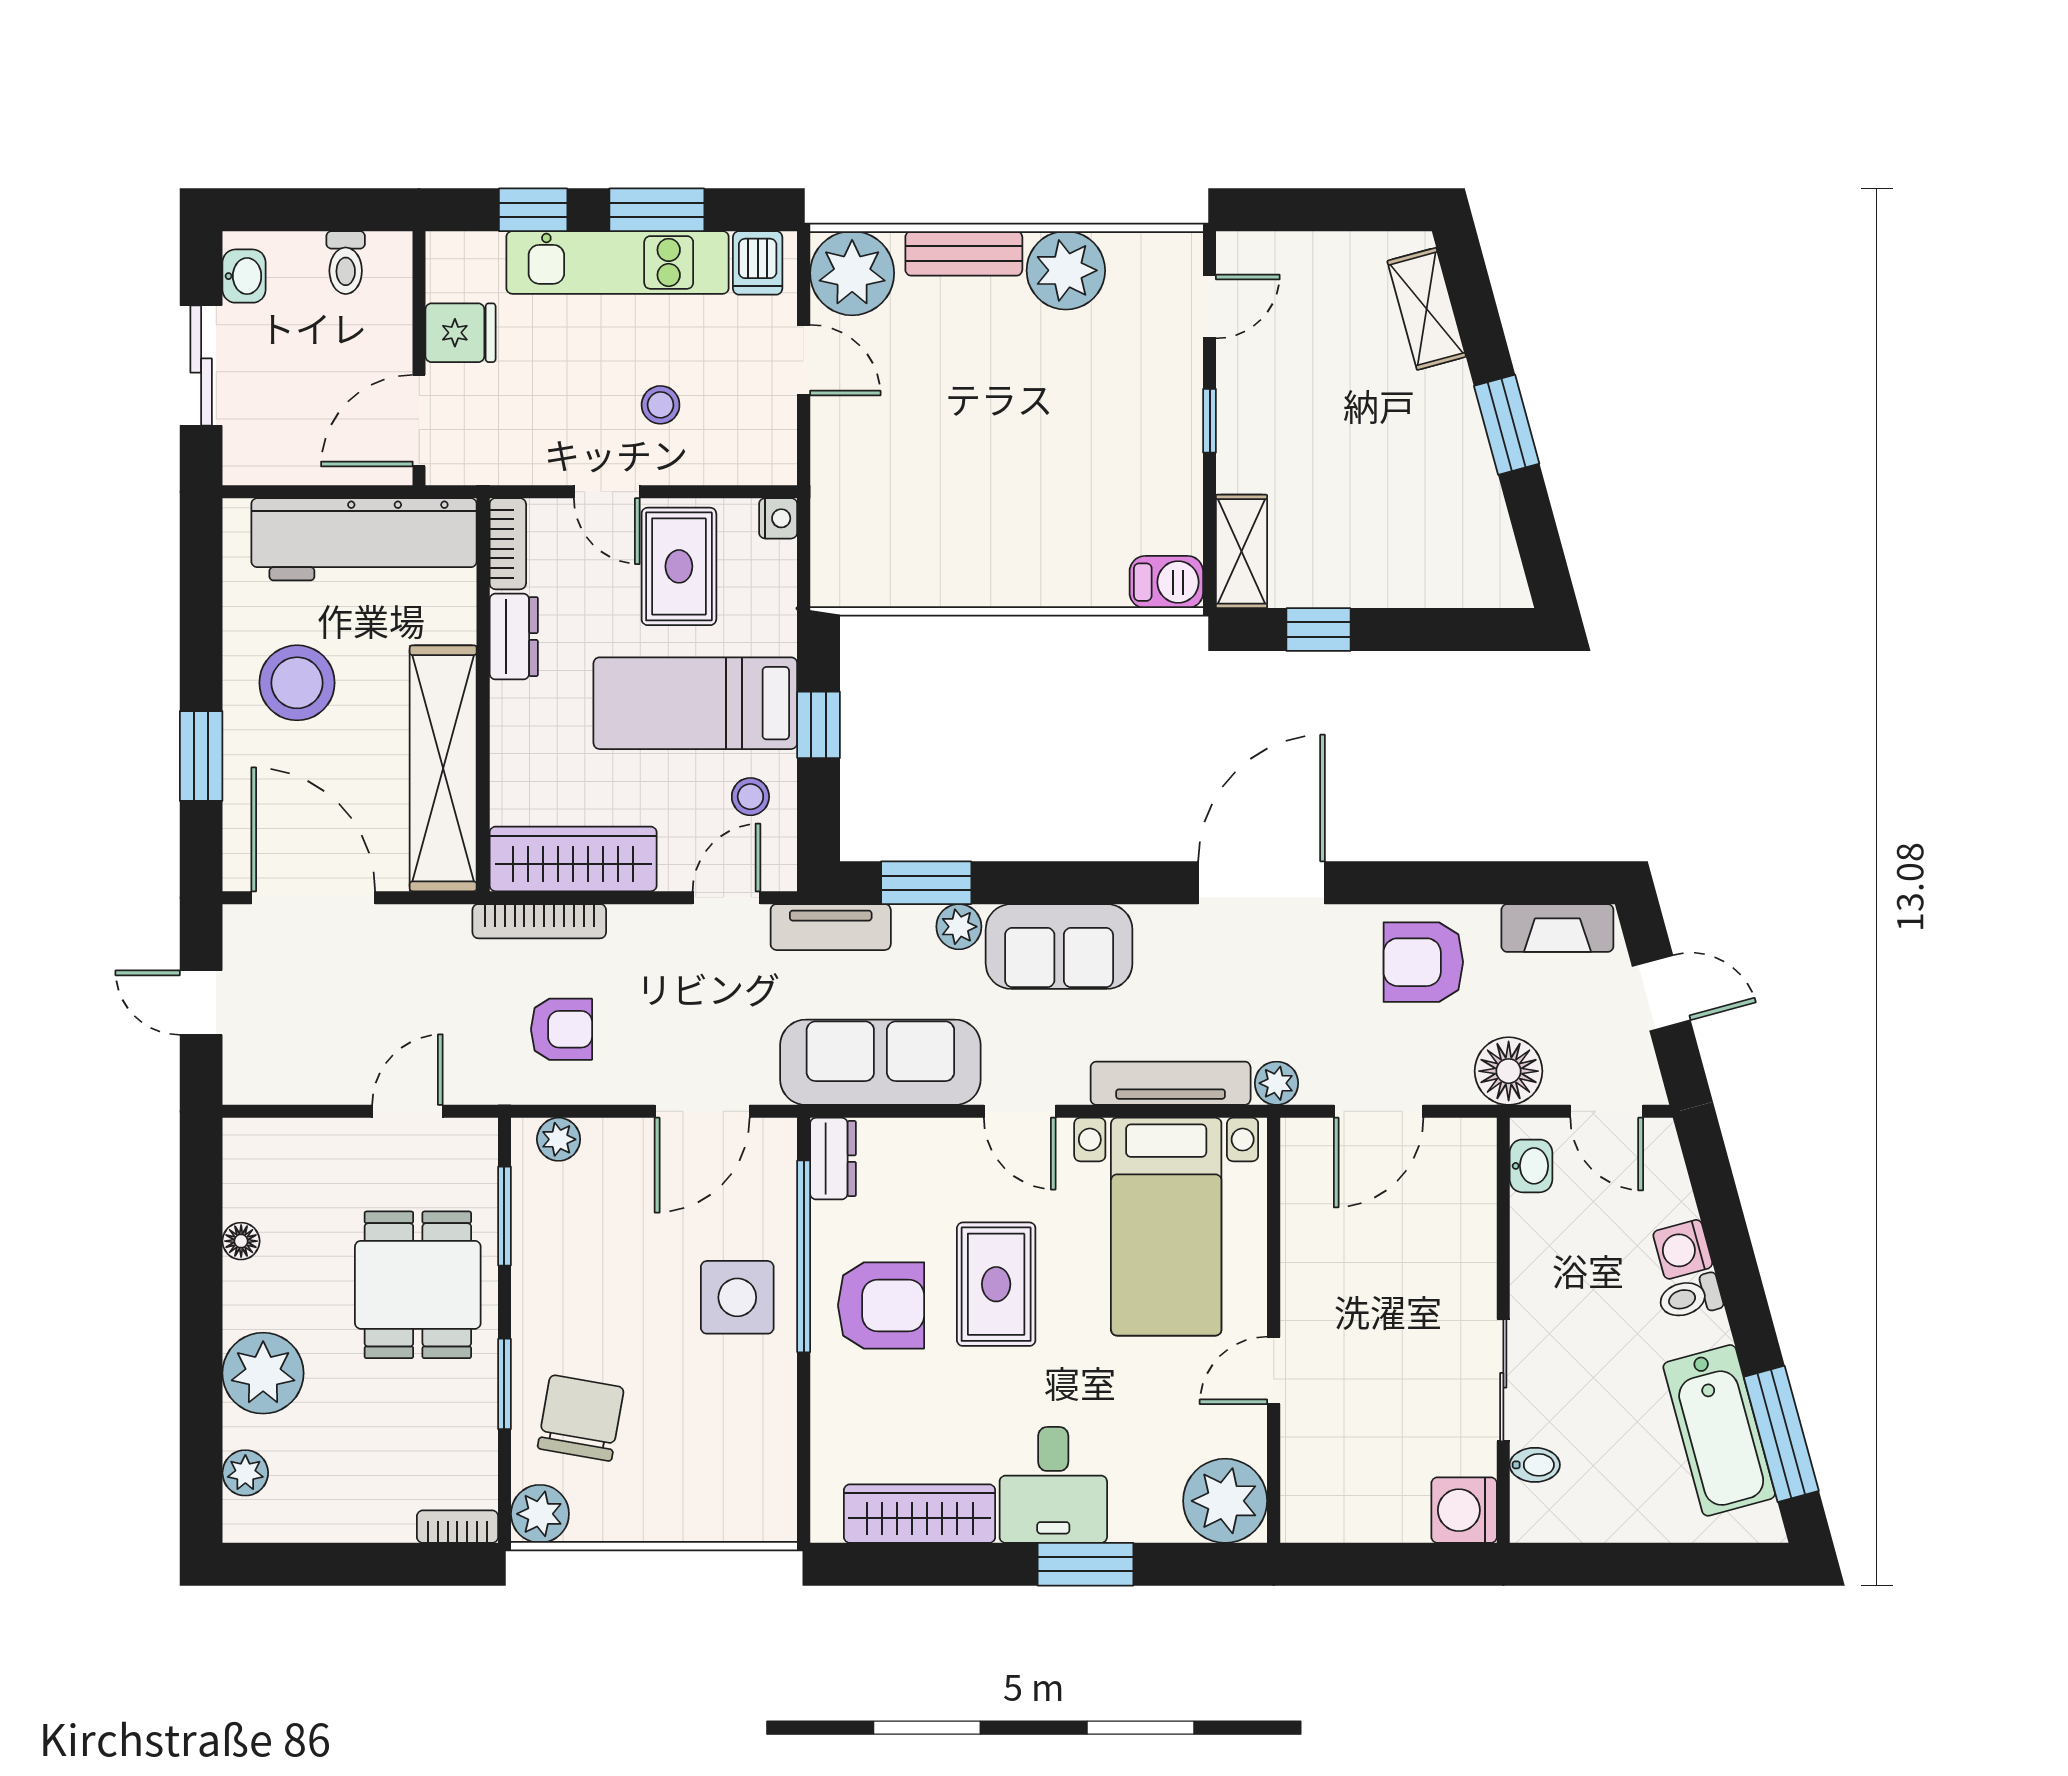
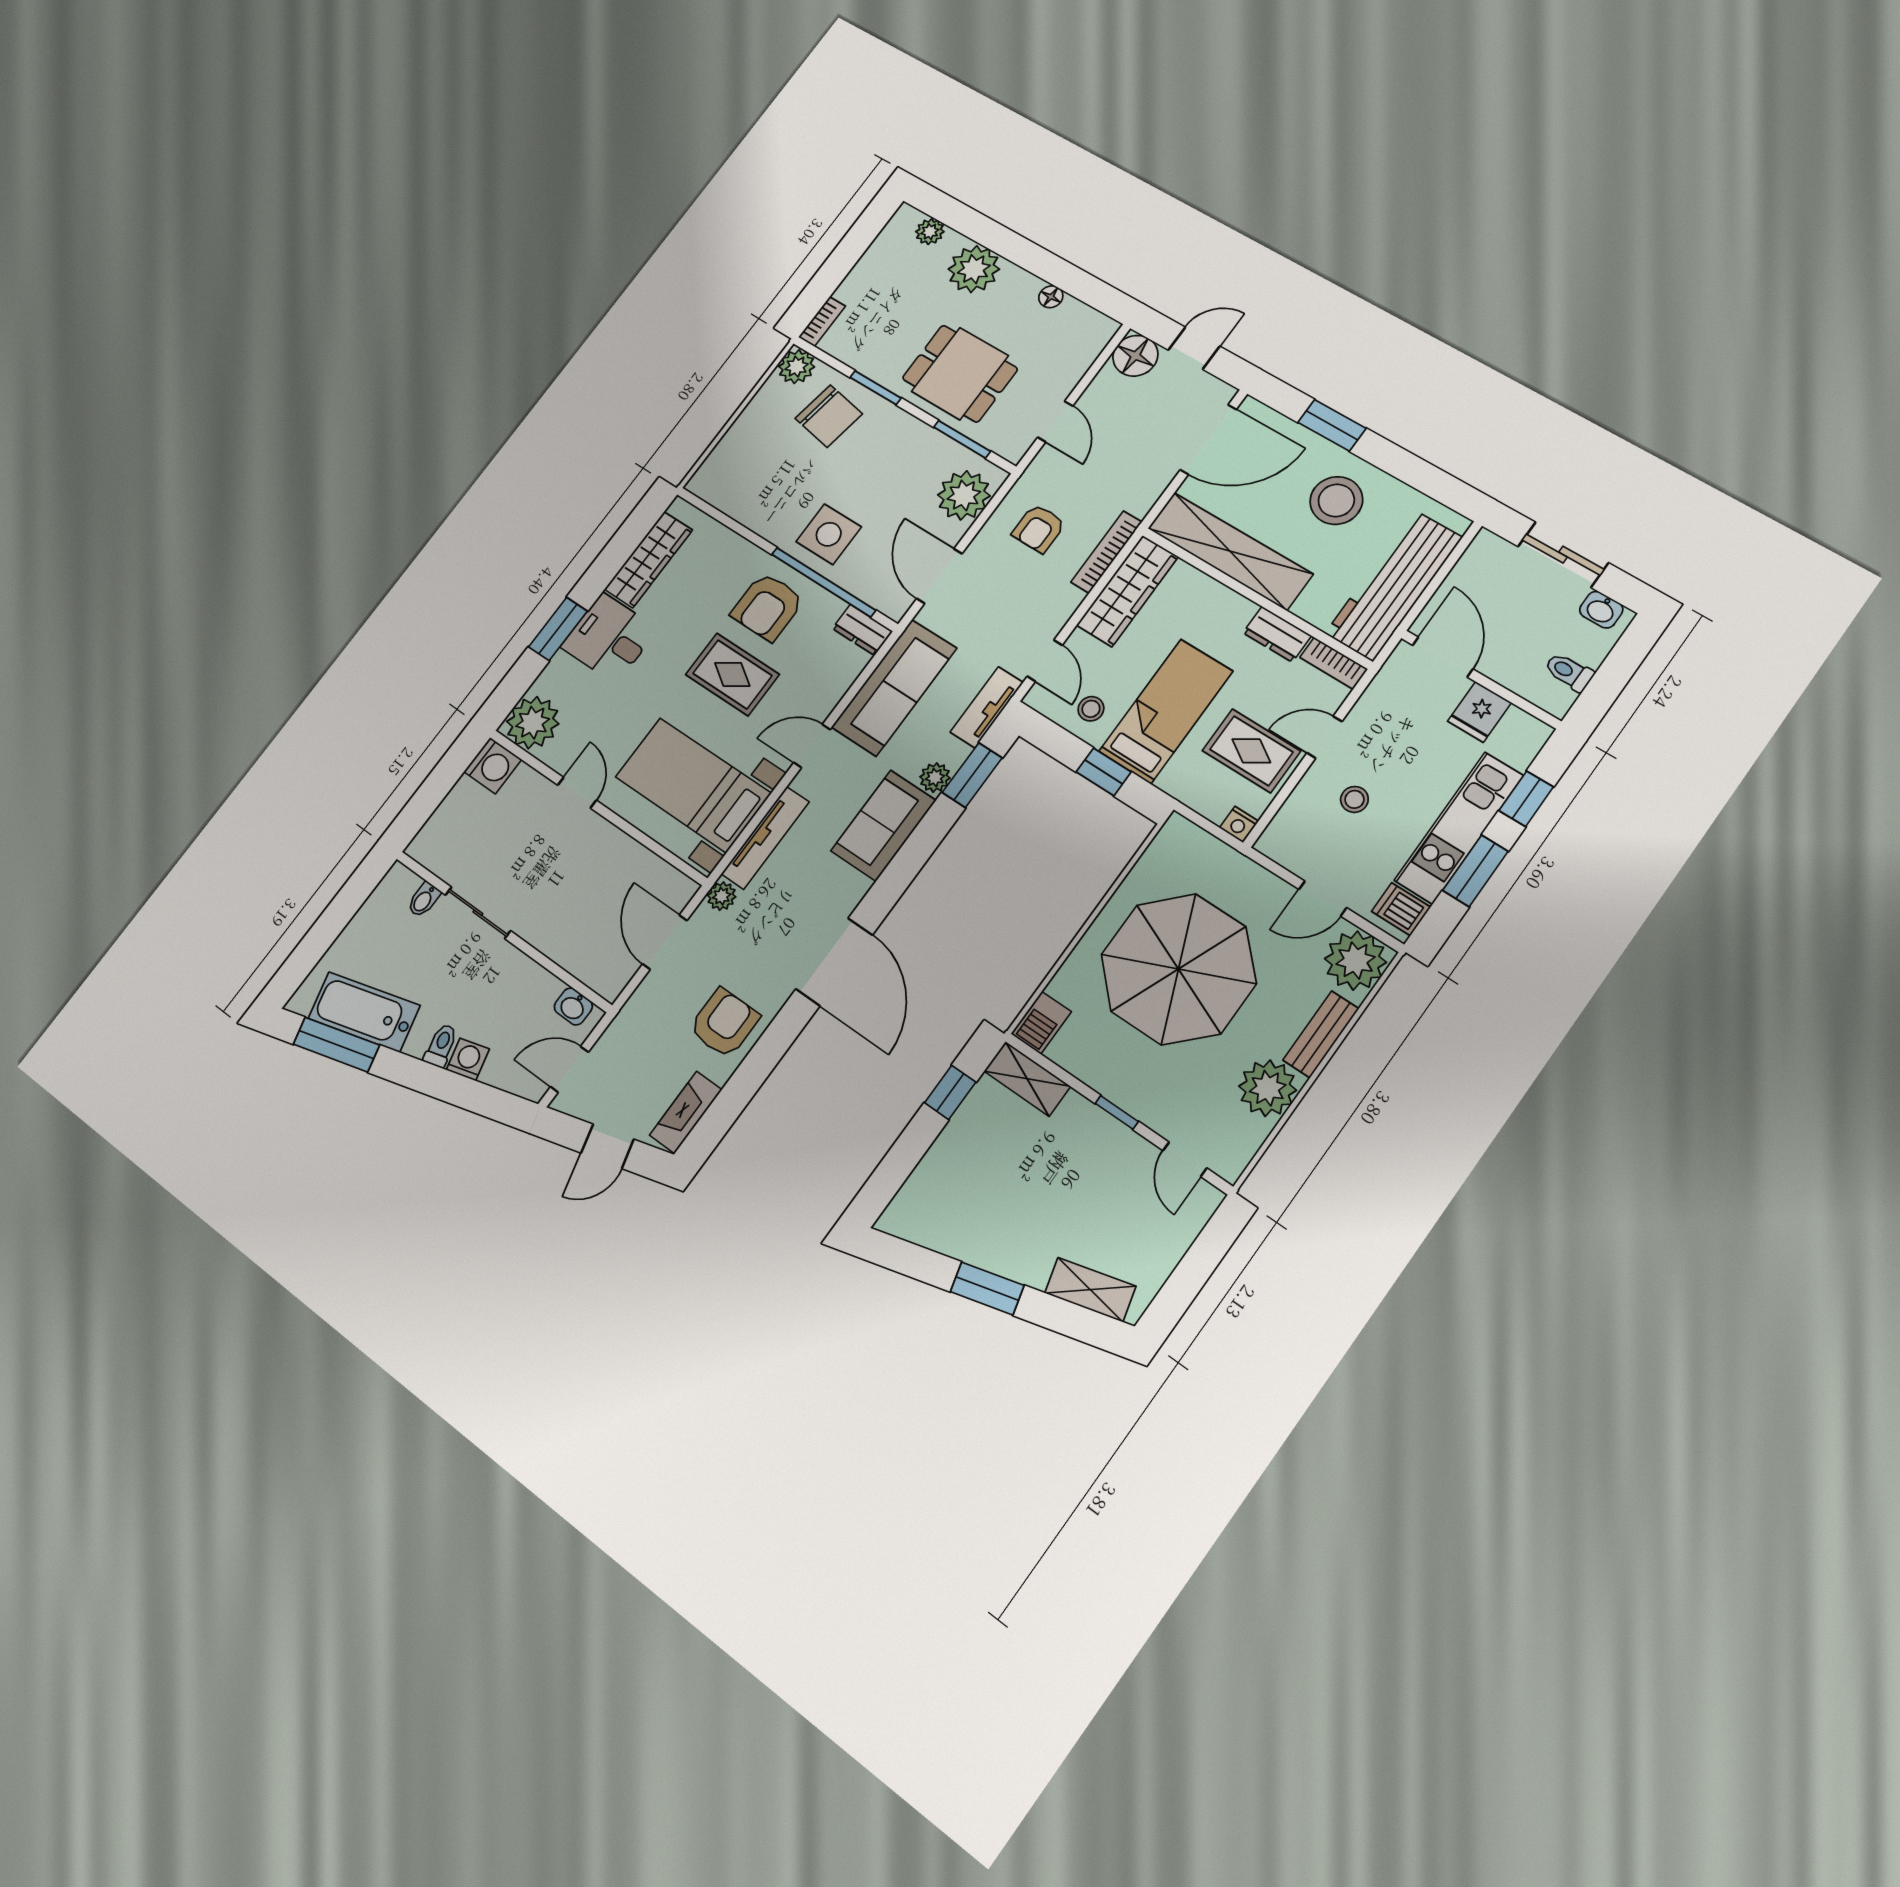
parasol: (997, 468) -> (1178, 969), added
floor lamp: (1509, 1071) -> (1135, 356), moved
plant: (559, 1139) -> (964, 495), width x1.87, depth x1.87
washing machine: (1464, 1510) -> (493, 766), moved, turned 90

